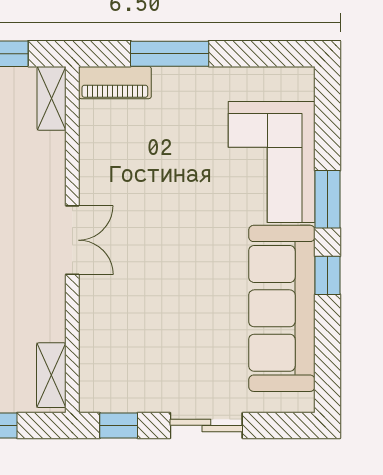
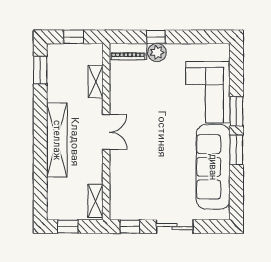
window: (170, 54) -> (156, 37), width x0.46
plant: (172, 84) -> (157, 53), added
shelving: (52, 98) -> (96, 82), moved
window: (327, 275) -> (236, 150), width x1.50

